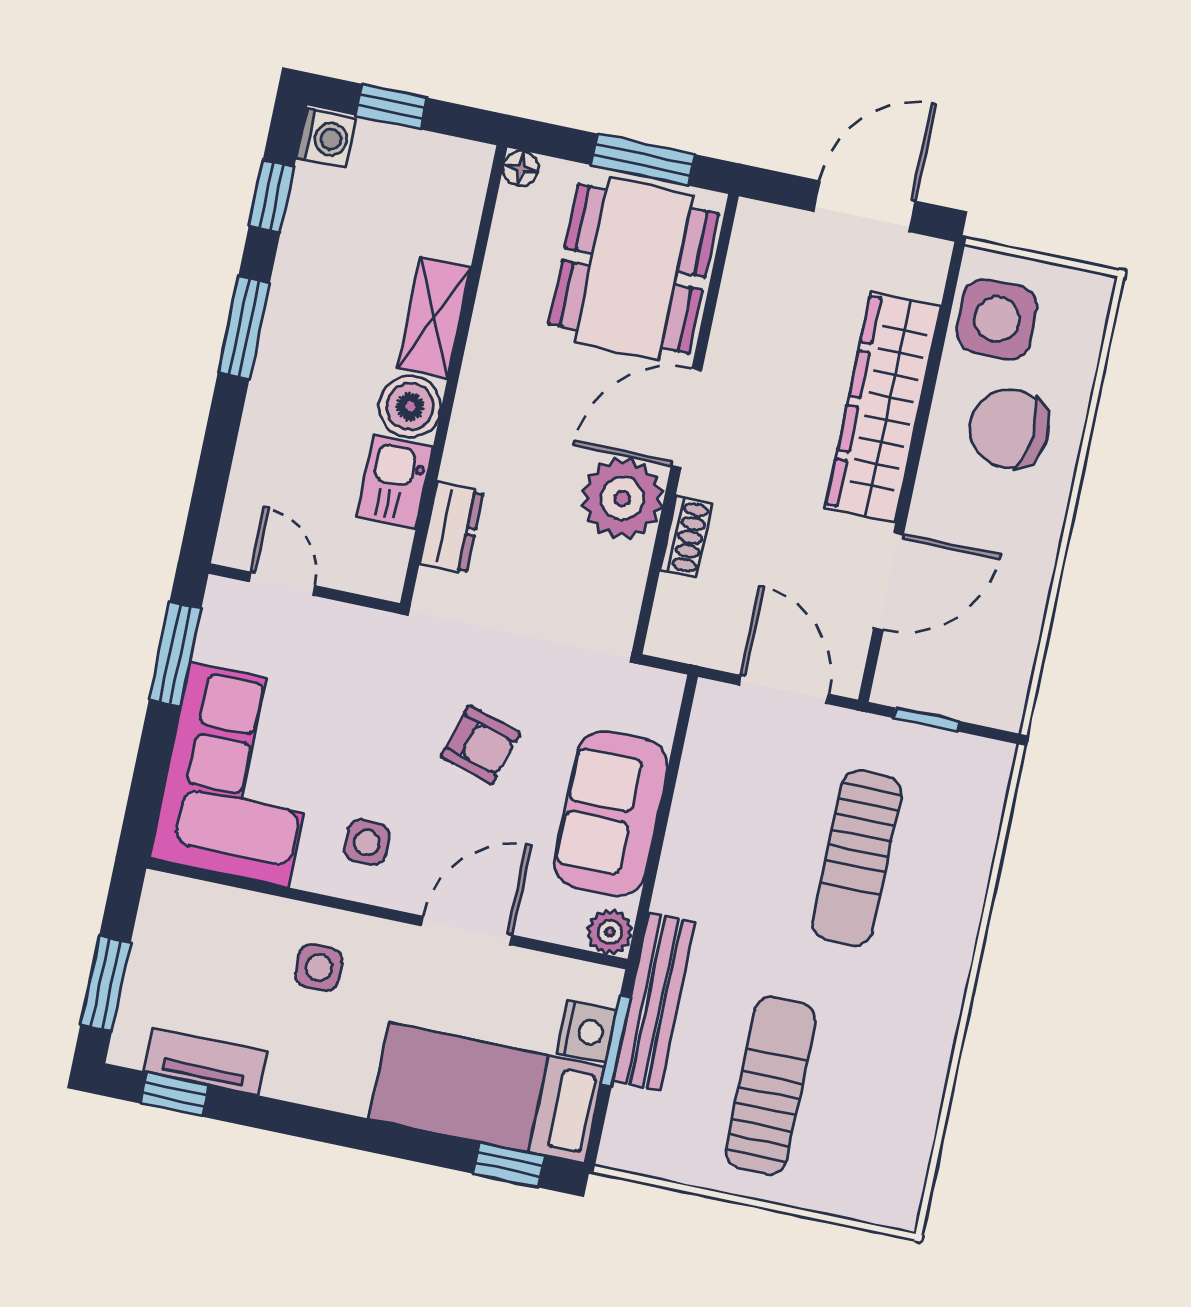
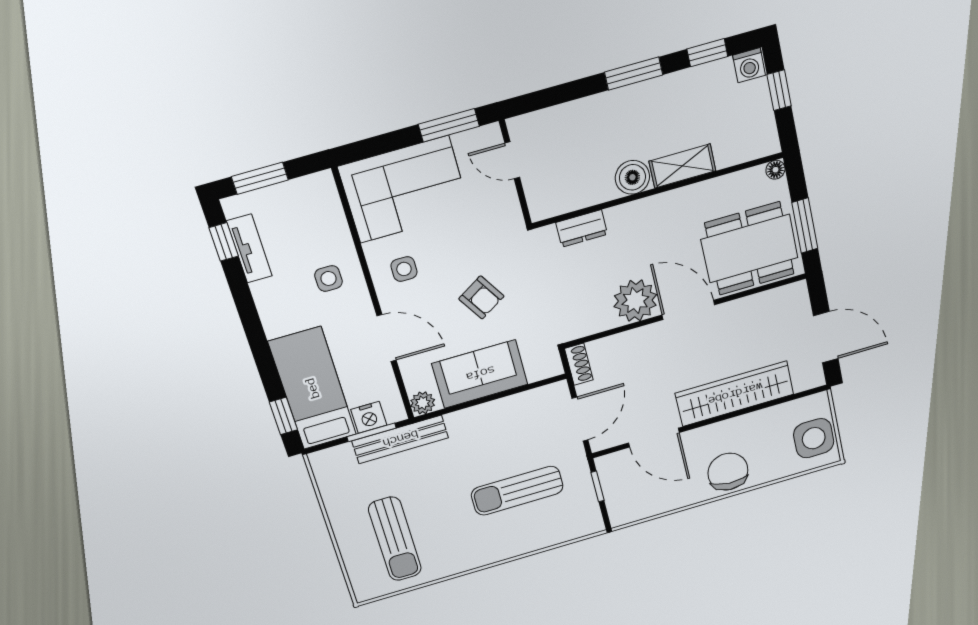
side table: (997, 319) -> (814, 438), moved
chair: (1009, 429) -> (728, 472), moved
kitchen sink: (395, 482) -> (591, 189), removed
shoe rack: (686, 536) -> (579, 364), moved, turned -90
door: (282, 584) -> (512, 160), swing flipped
armchair: (481, 745) -> (481, 297), turned -49
sun lounger: (770, 1086) -> (395, 539), moved, turned 90

